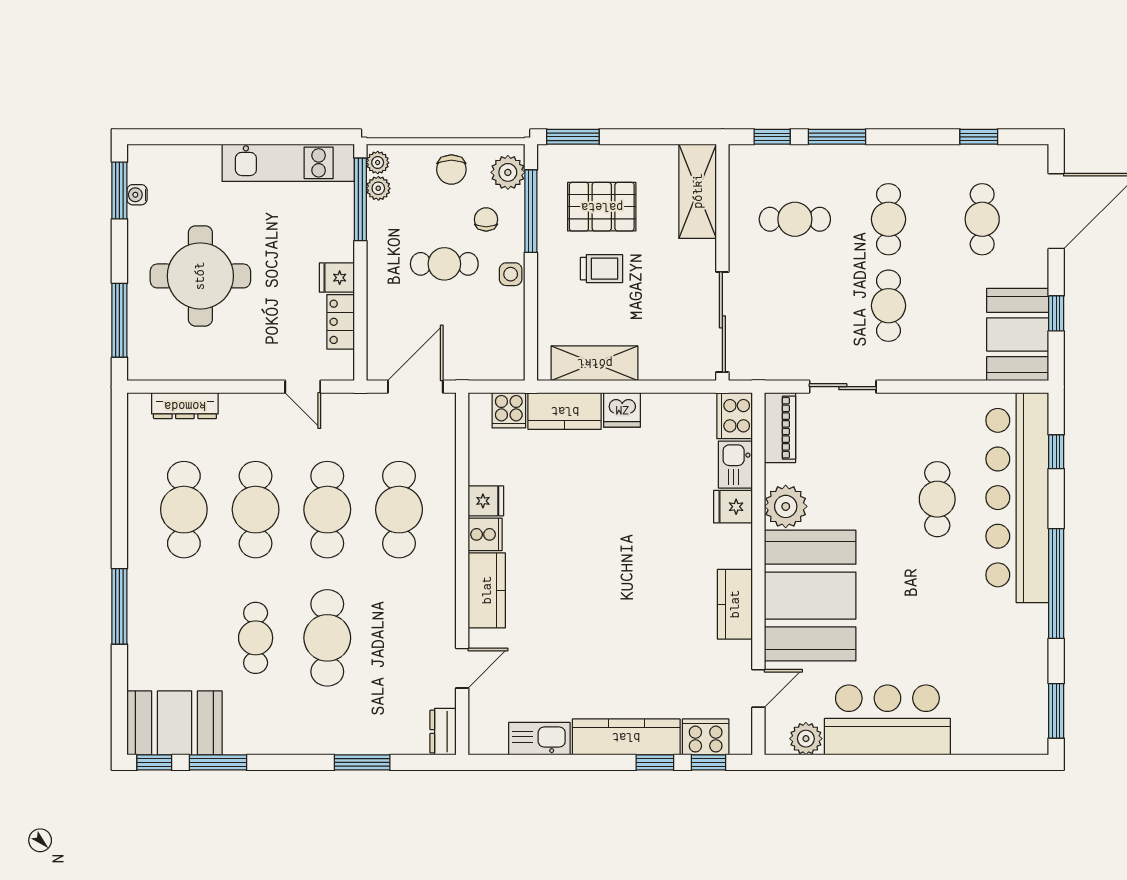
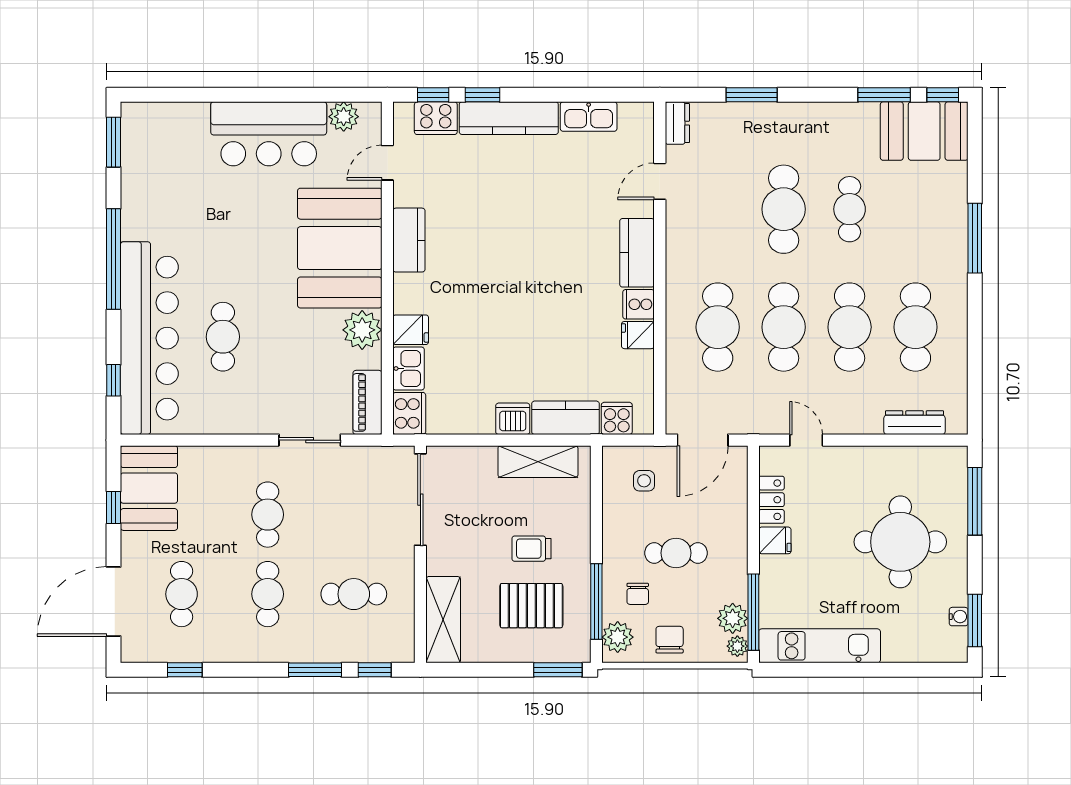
plant: (378, 188) -> (733, 618), width x1.38, depth x1.38
side table: (511, 274) -> (644, 481), moved

